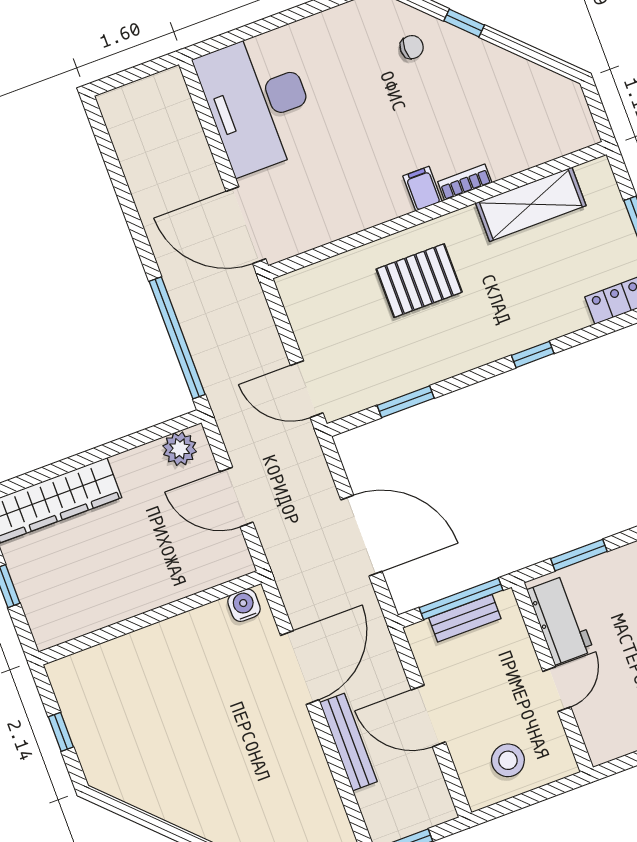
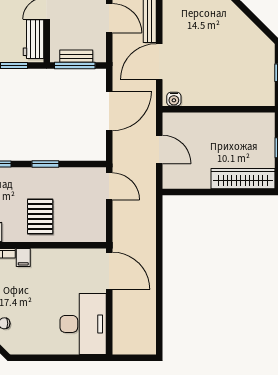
pallet: (419, 281) -> (40, 216), turned 90
window: (177, 338) -> (159, 231), removed
window: (406, 402) -> (45, 164), moved
plant: (180, 449) -> (177, 181), removed
door: (361, 536) -> (109, 111), swing flipped

